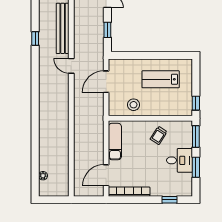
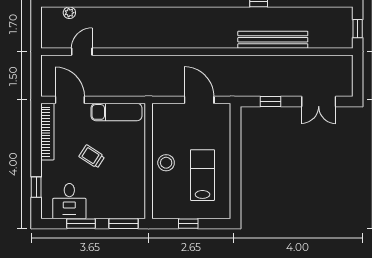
door: (71, 66) -> (82, 52), moved
window: (196, 103) -> (188, 224), moved
stool: (134, 105) -> (166, 163), moved
trolley: (159, 135) -> (92, 156), moved
desk: (179, 160) -> (69, 201), moved

